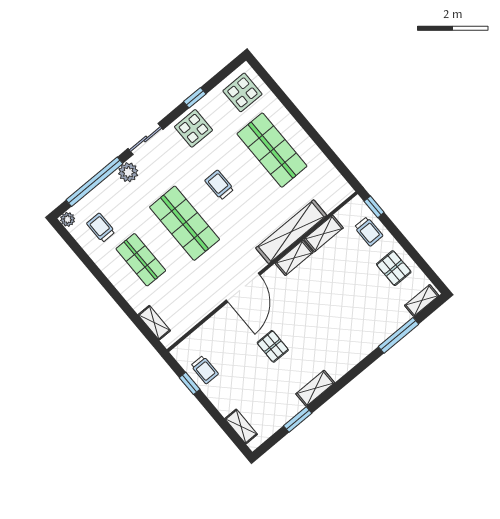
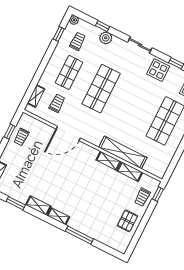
plant: (128, 172) -> (106, 38), moved
window: (94, 182) -> (102, 26), width x0.32
trolley: (219, 185) -> (57, 103), moved
window: (78, 250) -> (59, 34), added
door: (243, 288) -> (68, 133), moved
shelving: (422, 301) -> (58, 216), moved
window: (398, 335) -> (79, 235), moved
pallet: (273, 346) -> (52, 170), removed

